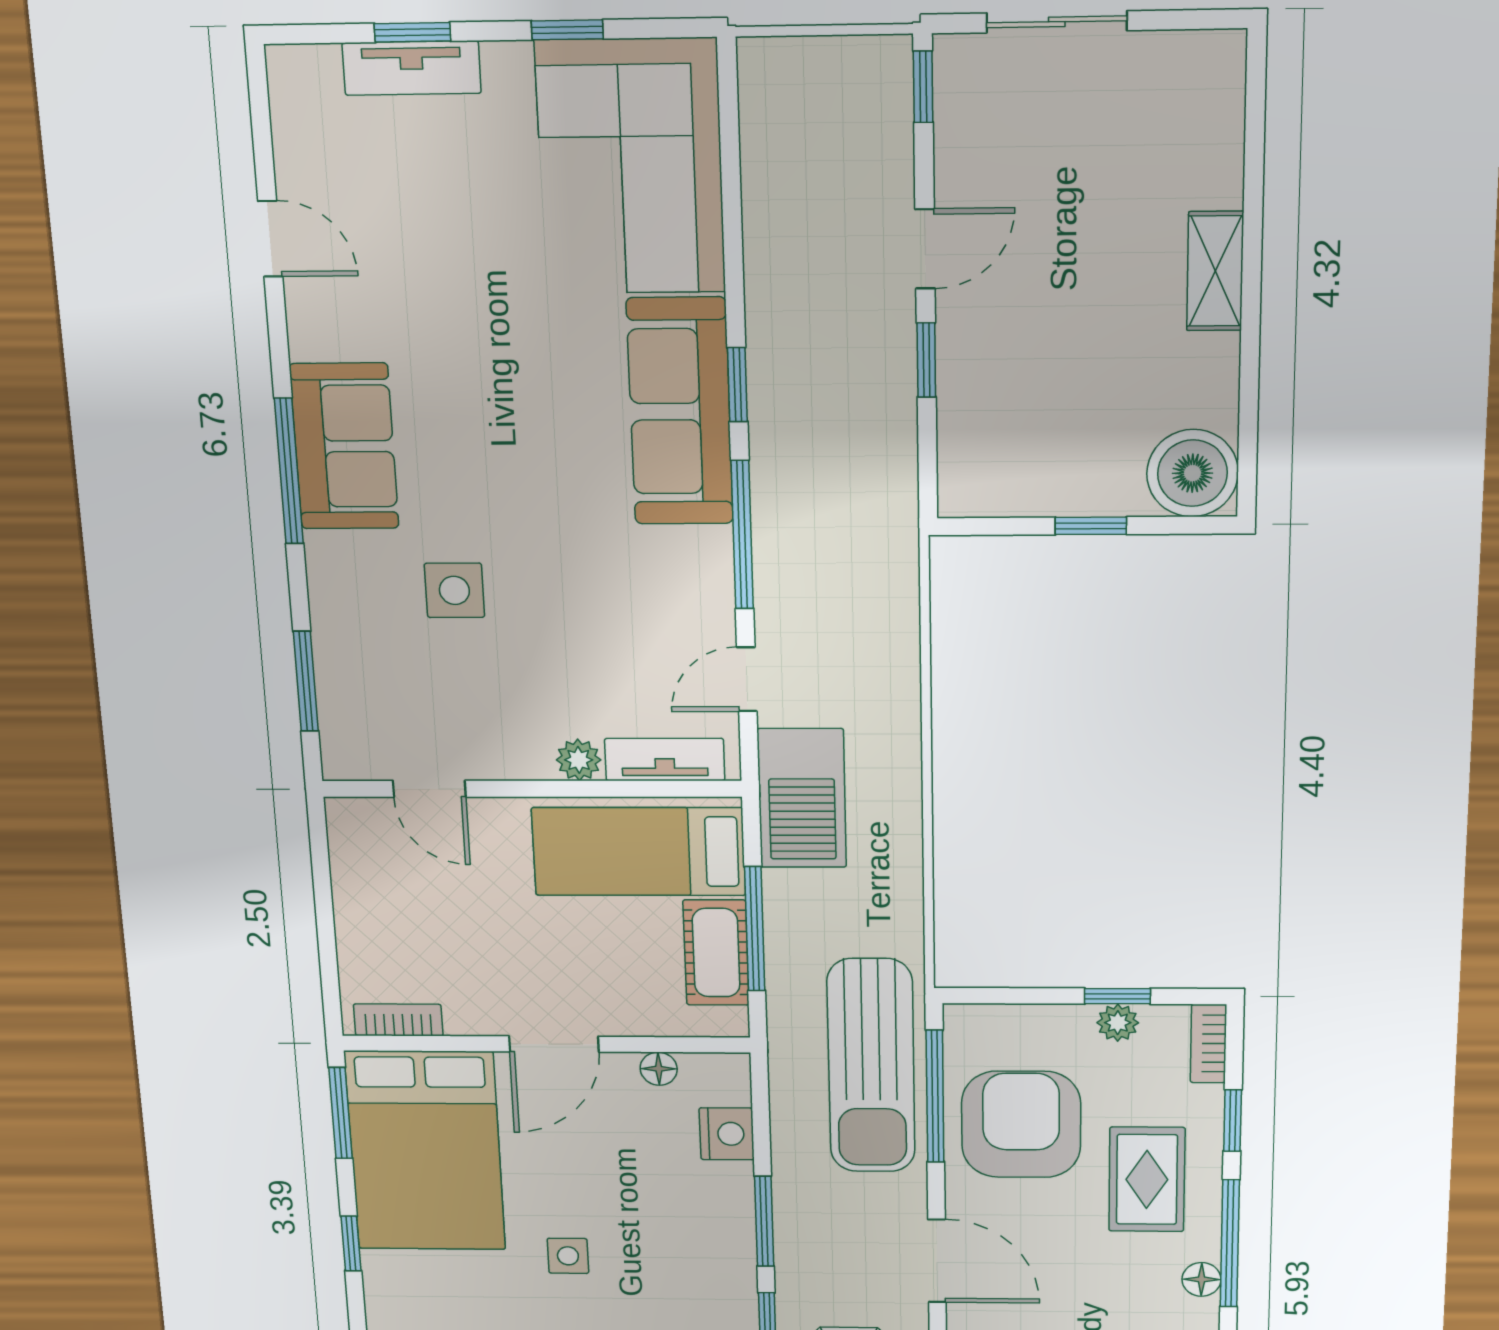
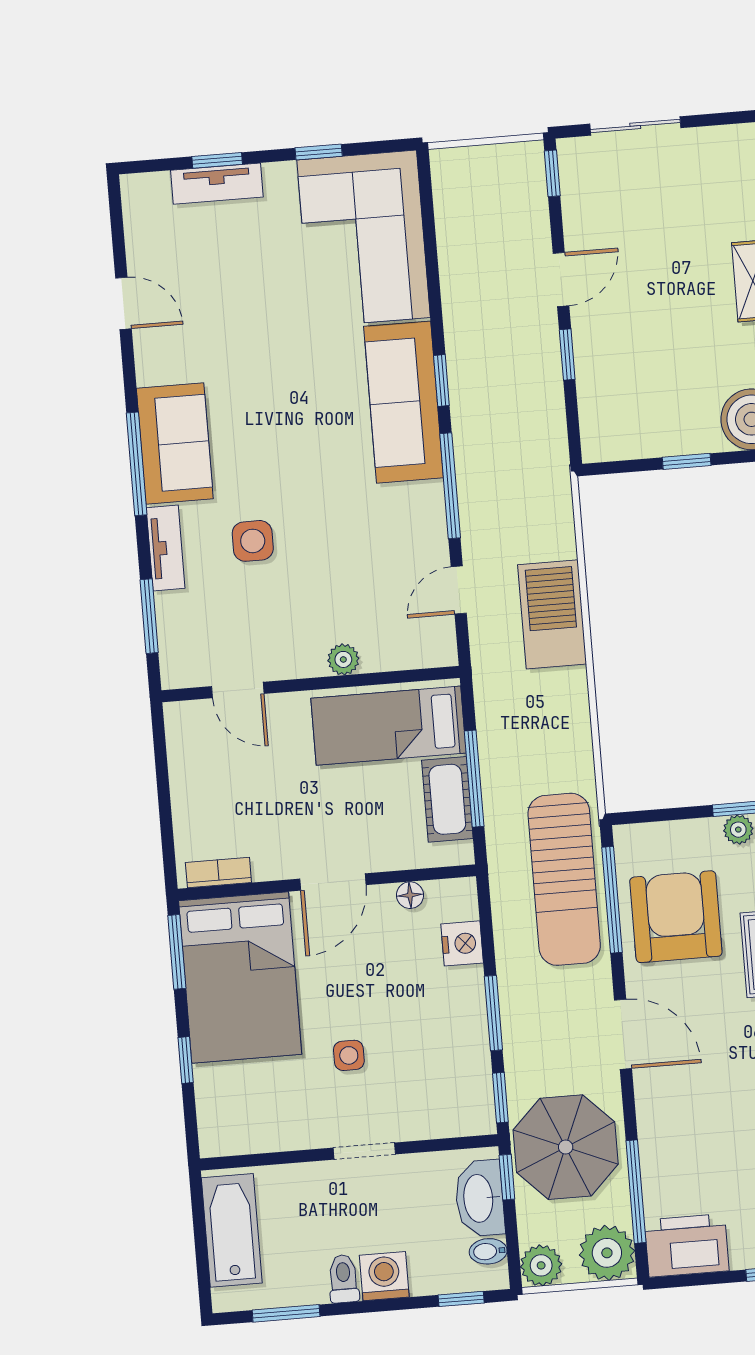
tv unit: (665, 760) -> (166, 548), moved, turned 90
barbecue: (802, 798) -> (552, 614), moved, turned 180

